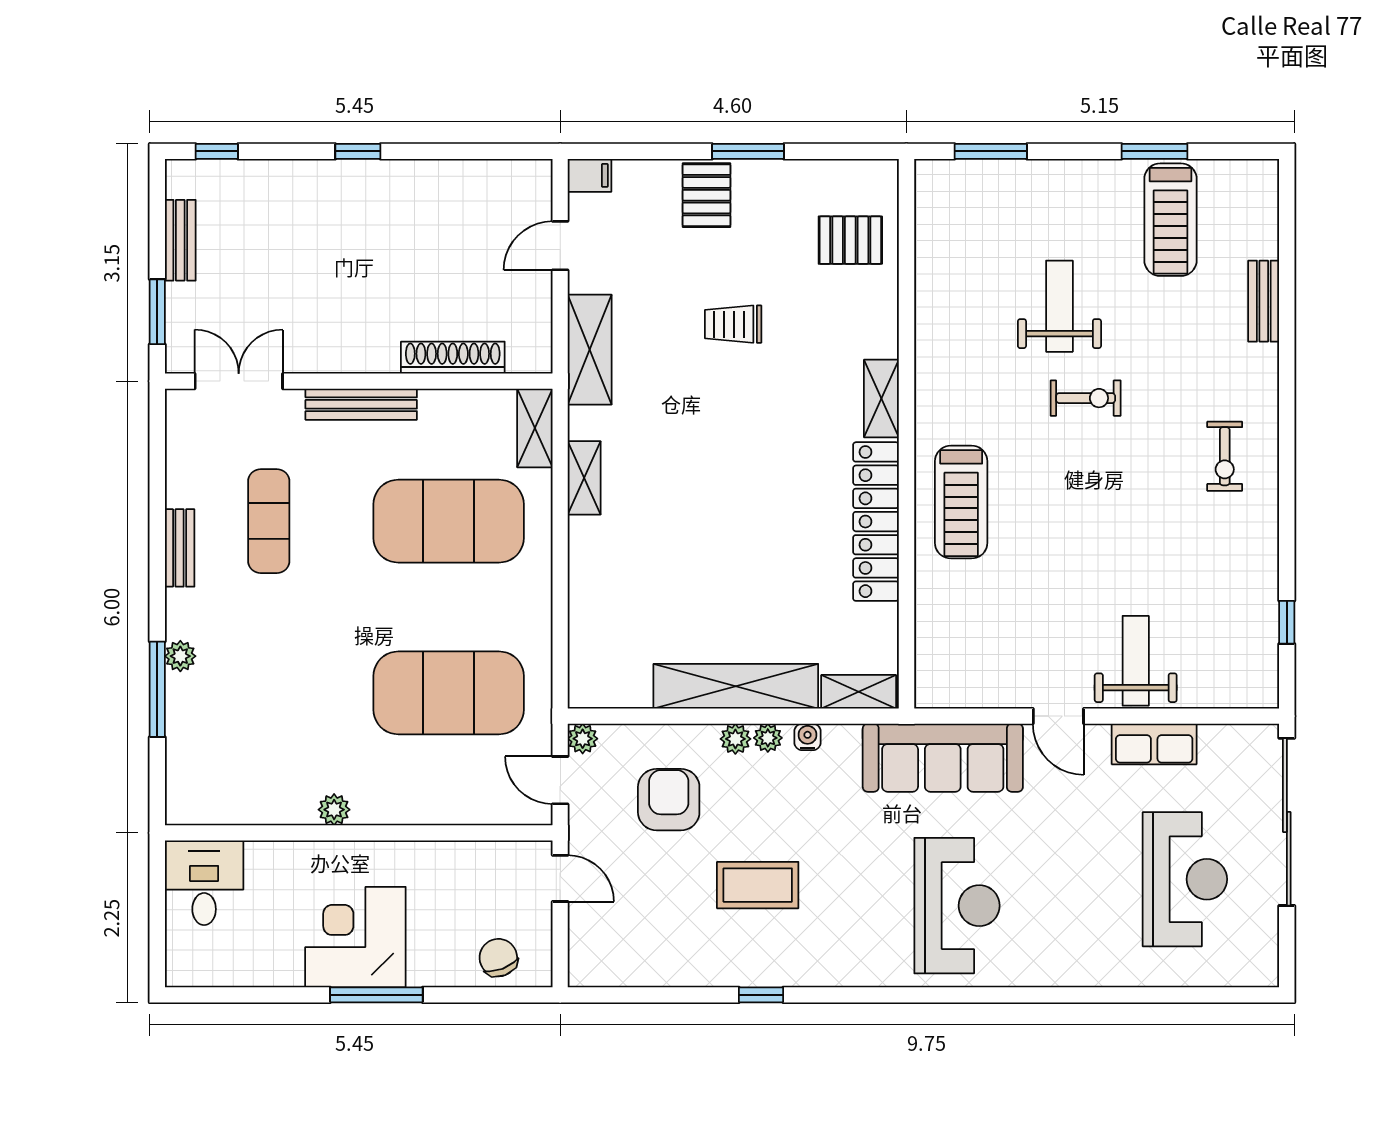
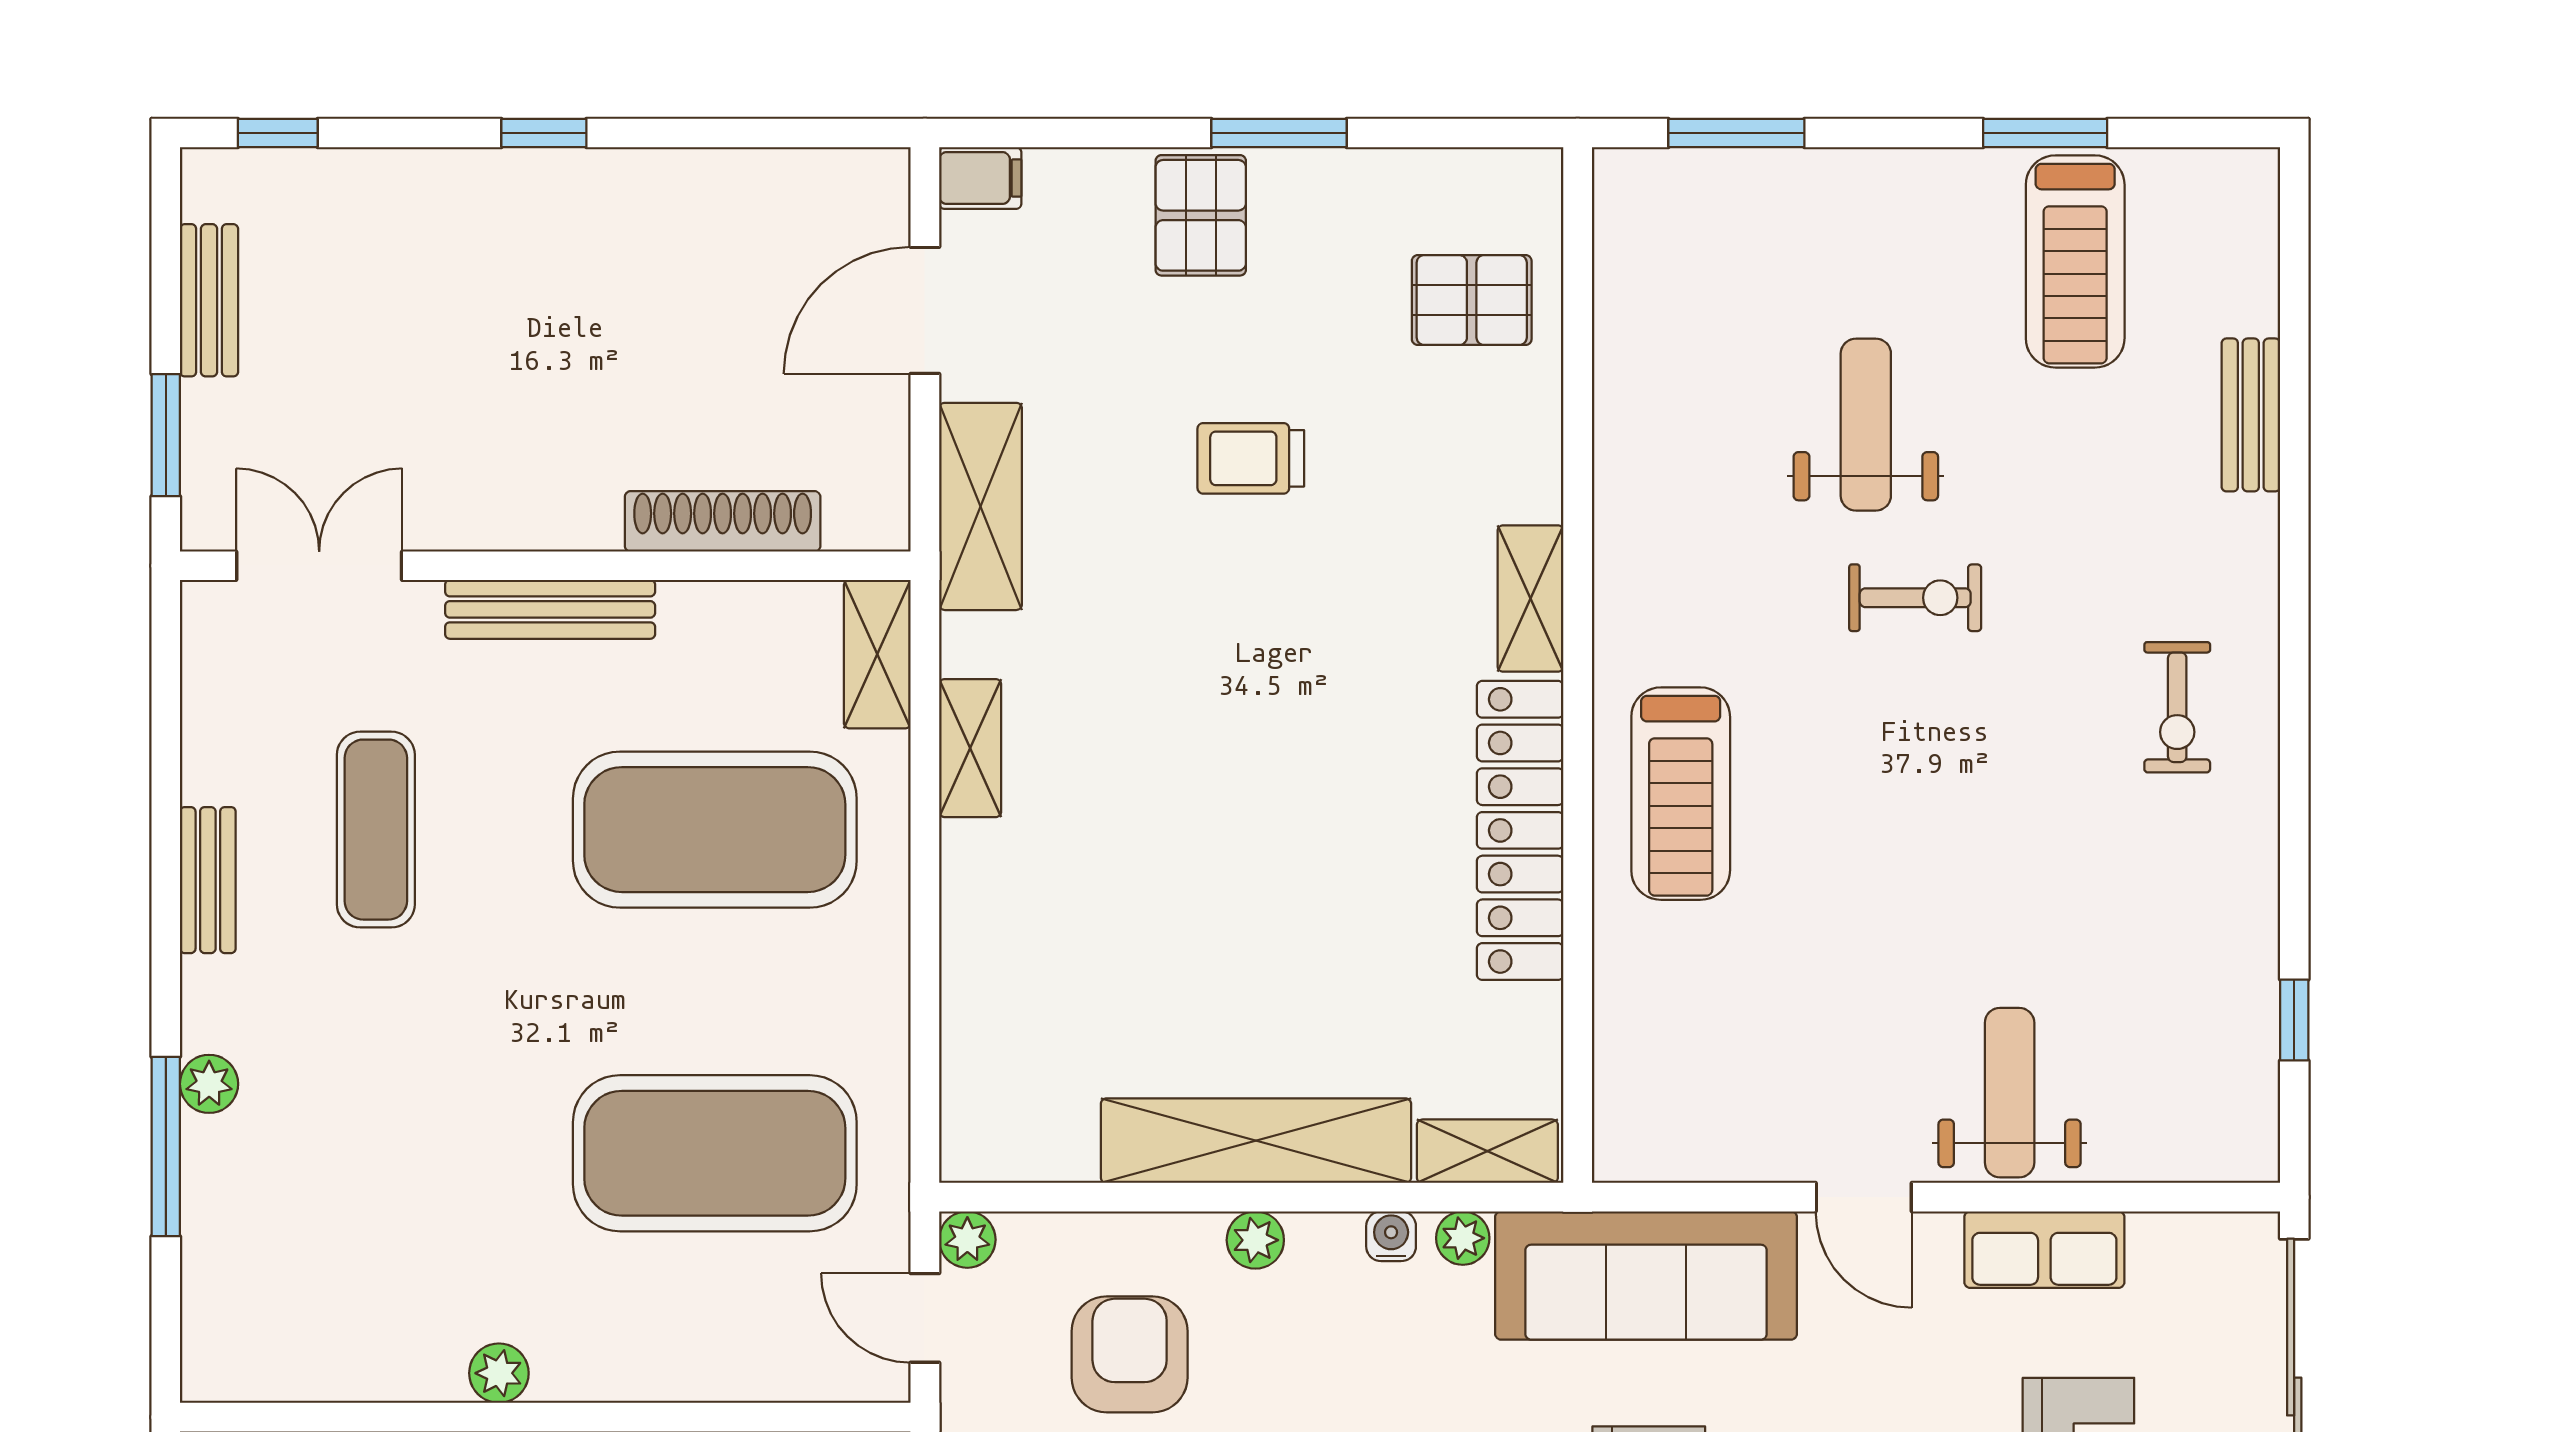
door: (560, 246) -> (925, 310), width x1.38
plant: (768, 738) -> (1463, 1238), moved

